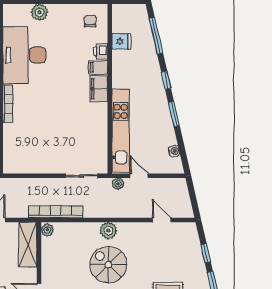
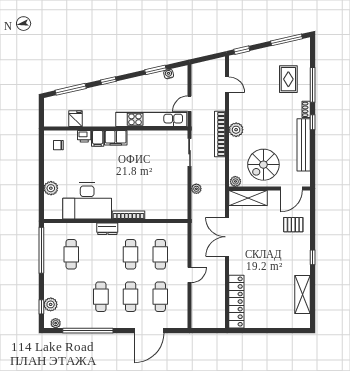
window: (174, 114) -> (155, 70), moved
plant: (118, 184) -> (196, 189), moved
bookcase: (56, 212) -> (220, 134), moved
door: (161, 220) -> (227, 85), swing flipped
window: (206, 253) -> (242, 50), moved
spiral stairs: (108, 265) -> (263, 165), moved

